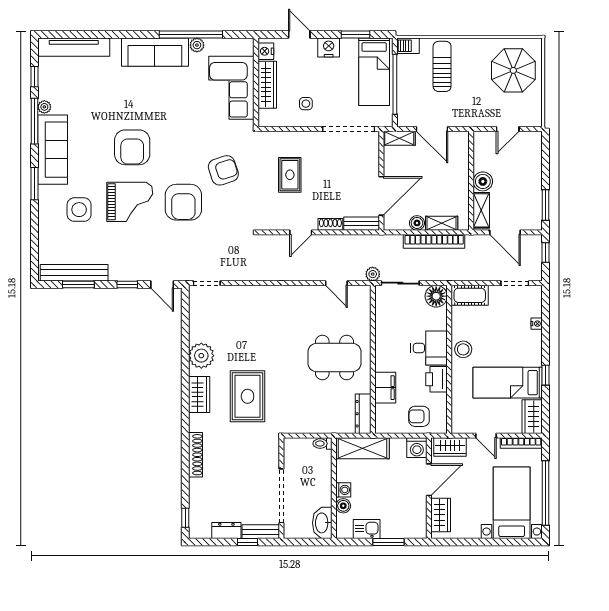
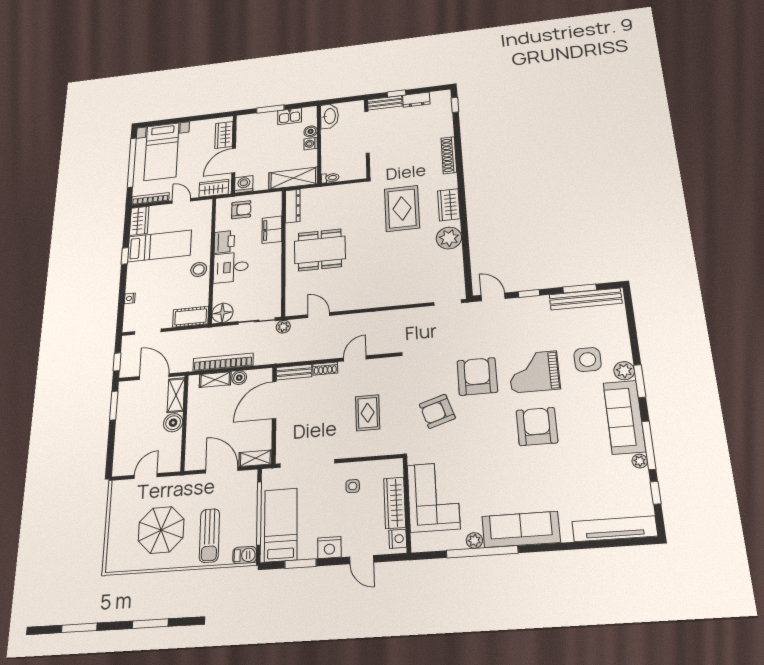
parasol: (513, 70) -> (161, 530), moved
plant: (47, 195) -> (624, 371), added

